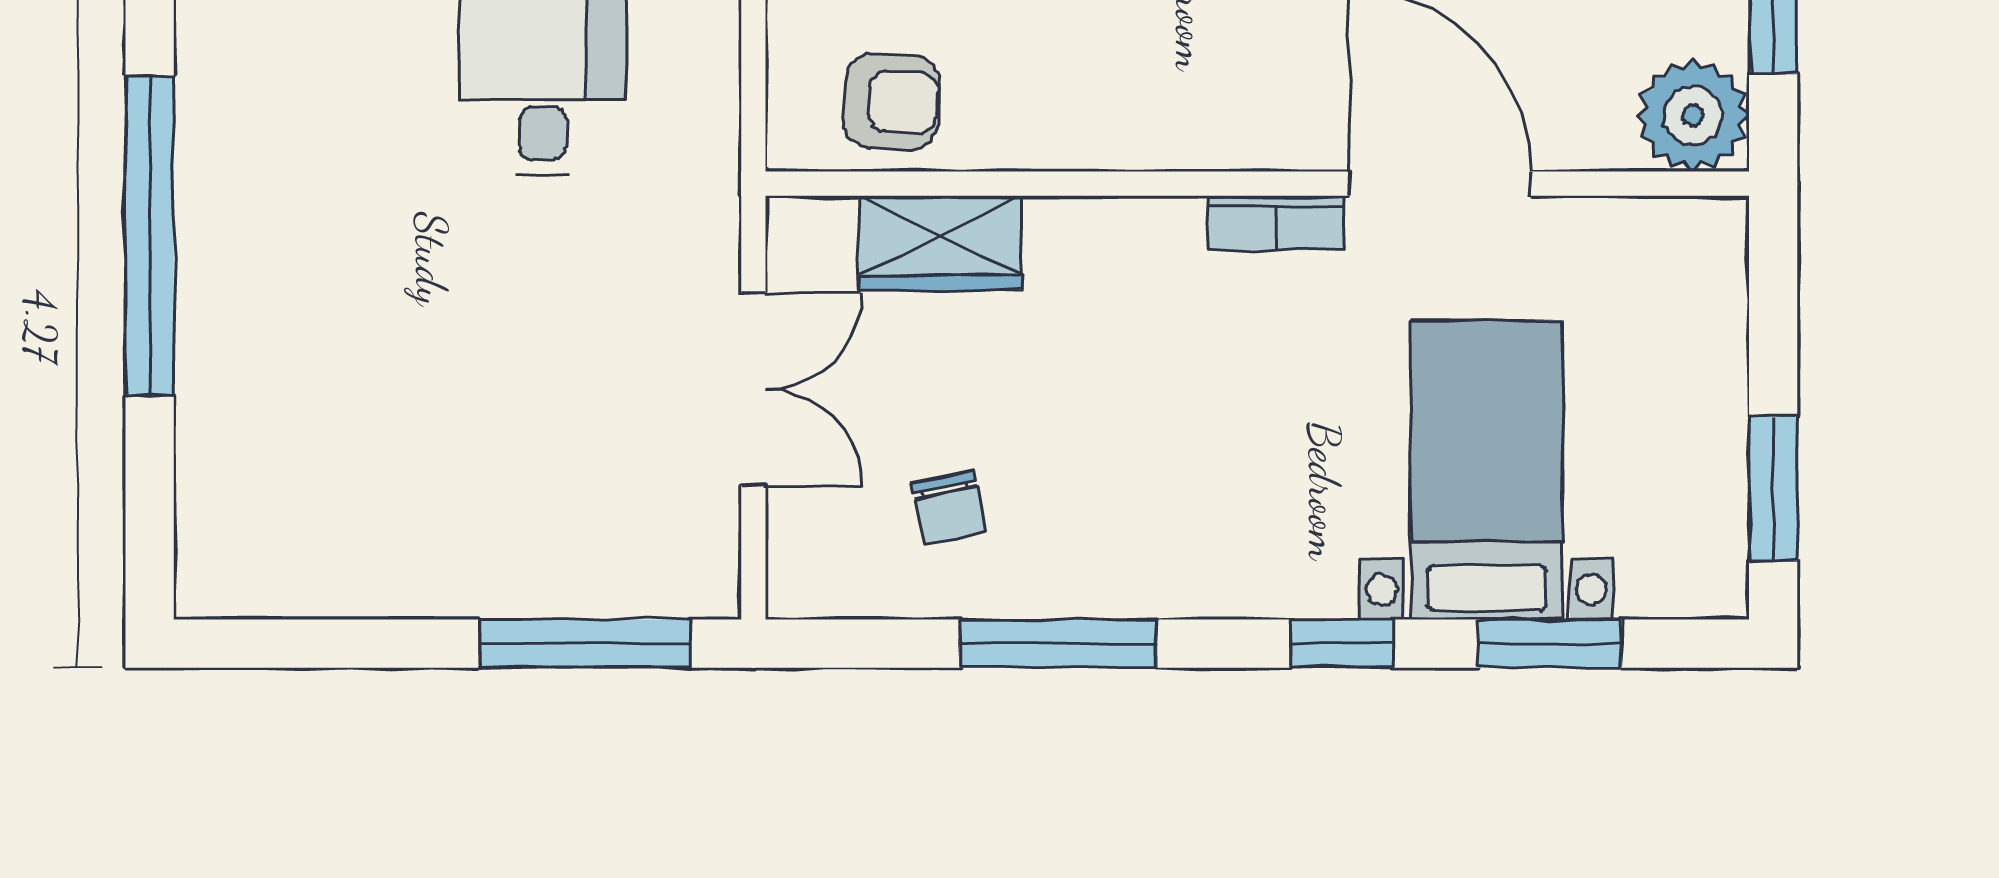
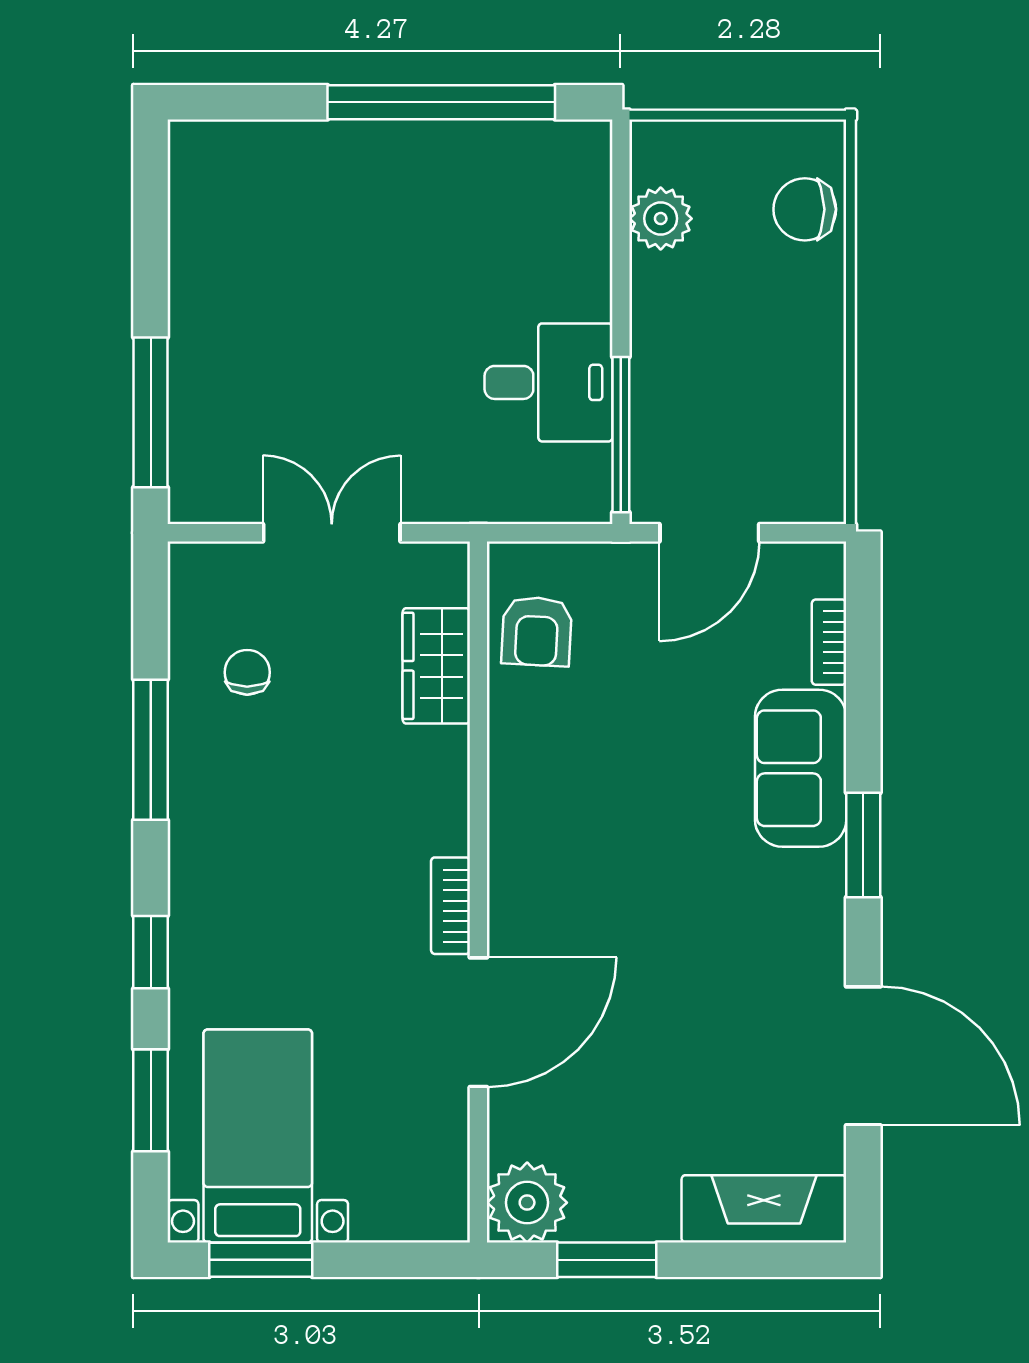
double door: (753, 389) -> (332, 533), swing flipped
bed with nightstands: (1487, 470) -> (258, 1136), moved, turned -90
chair: (949, 508) -> (247, 672), turned 102

